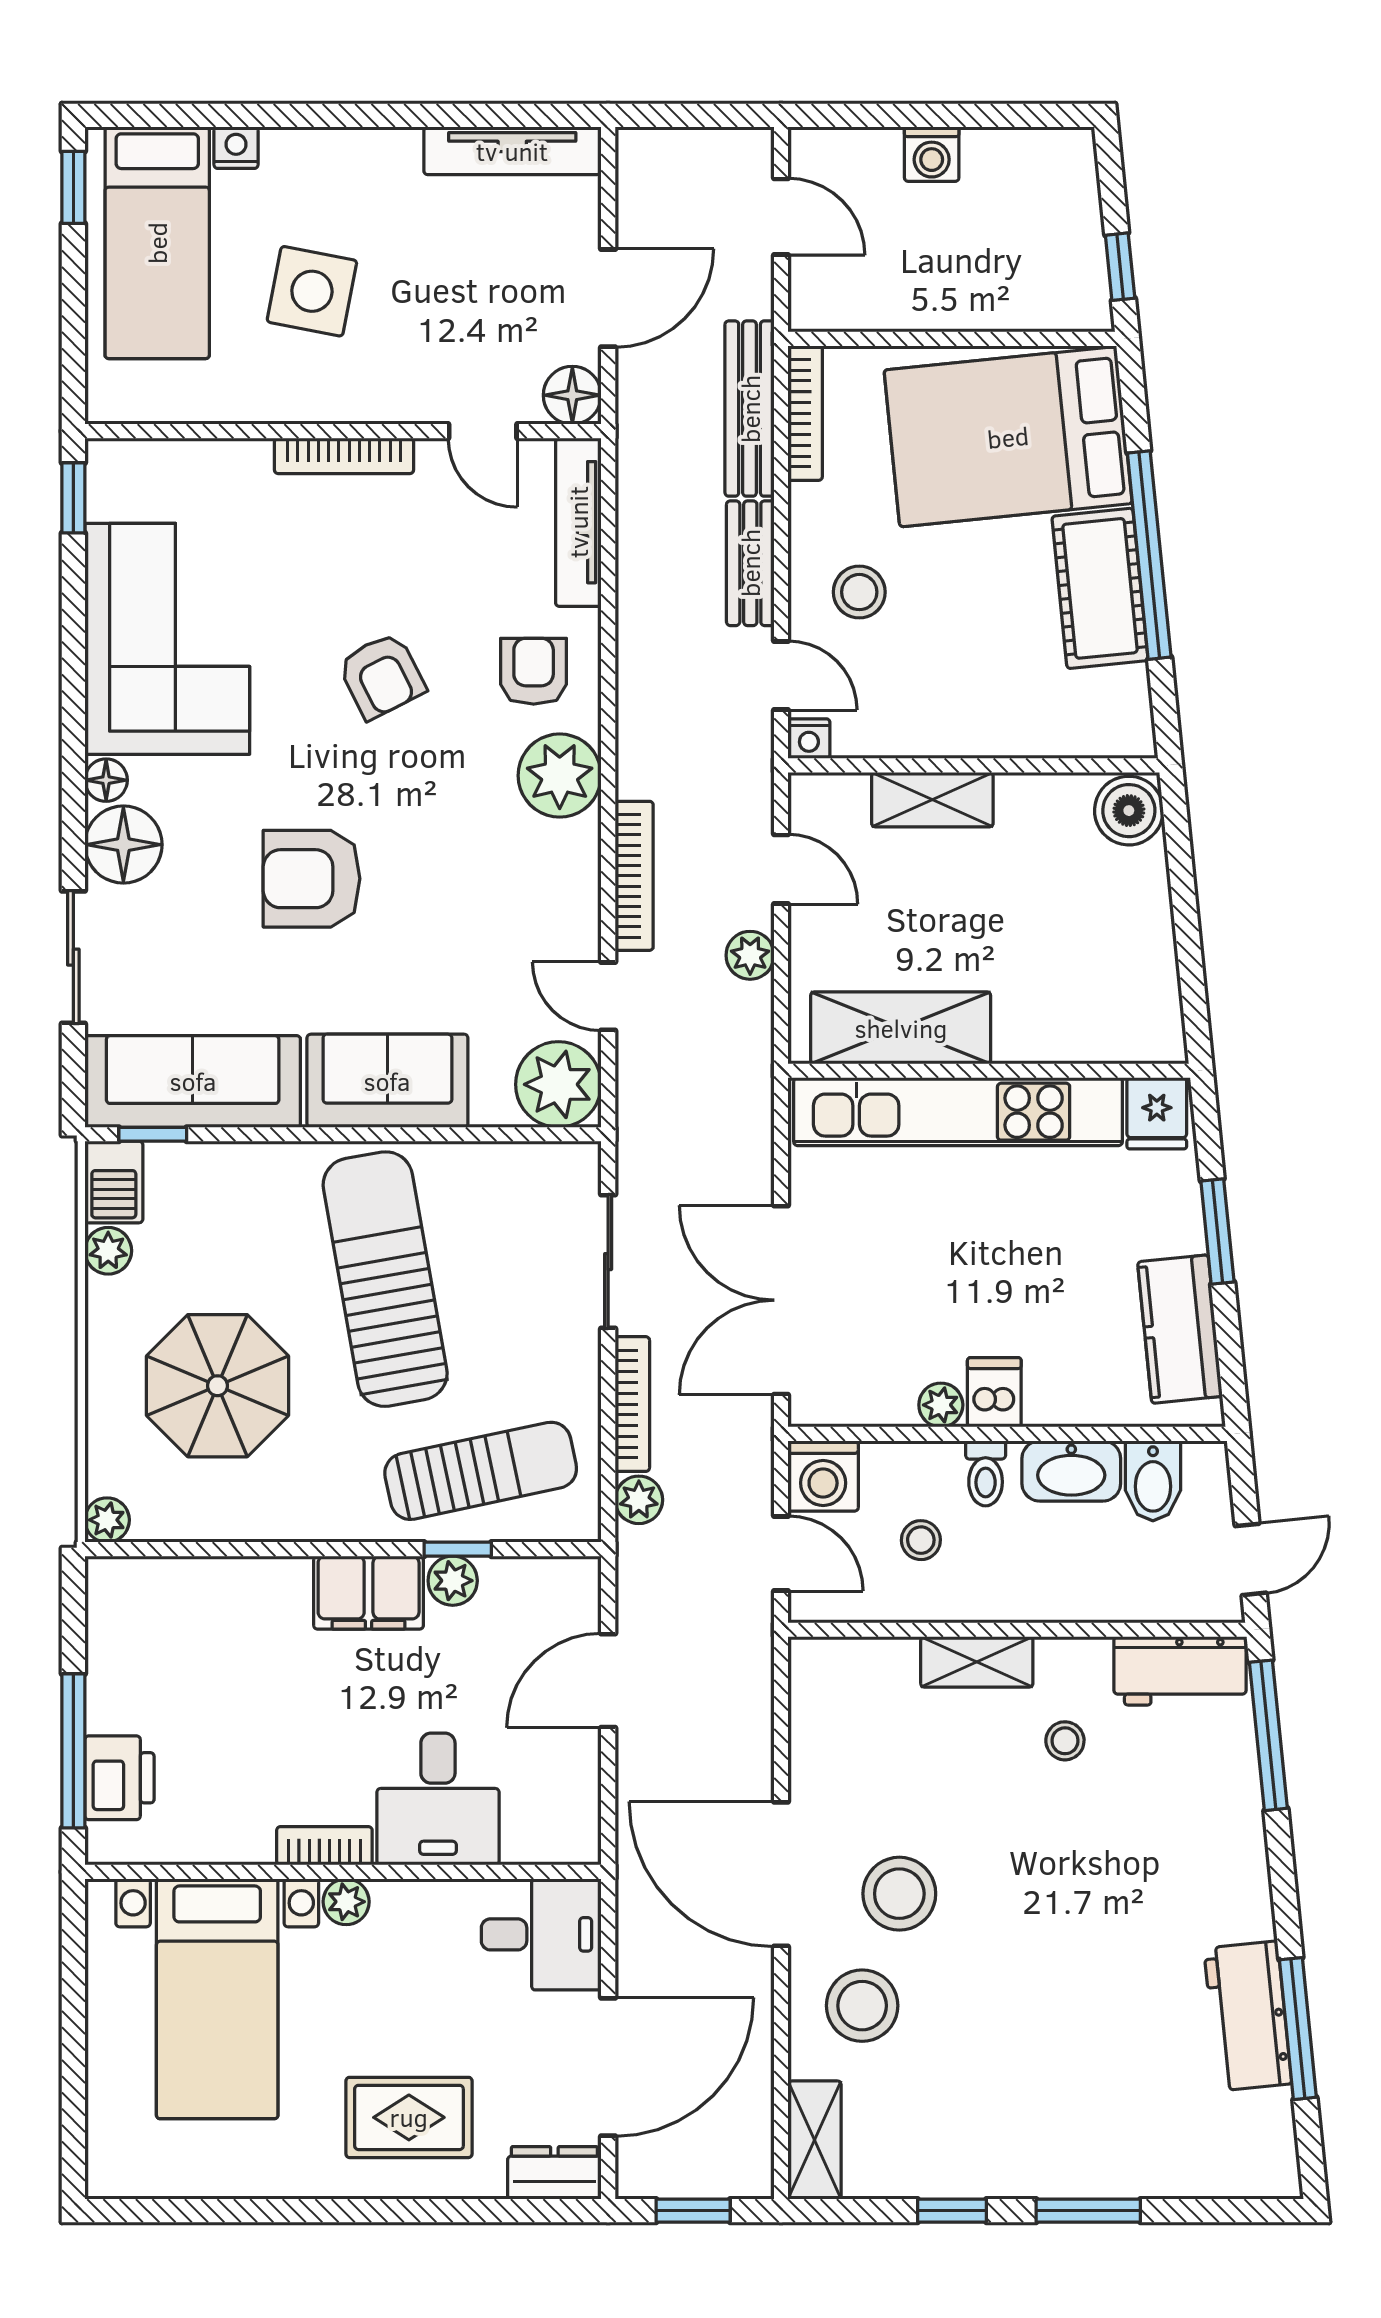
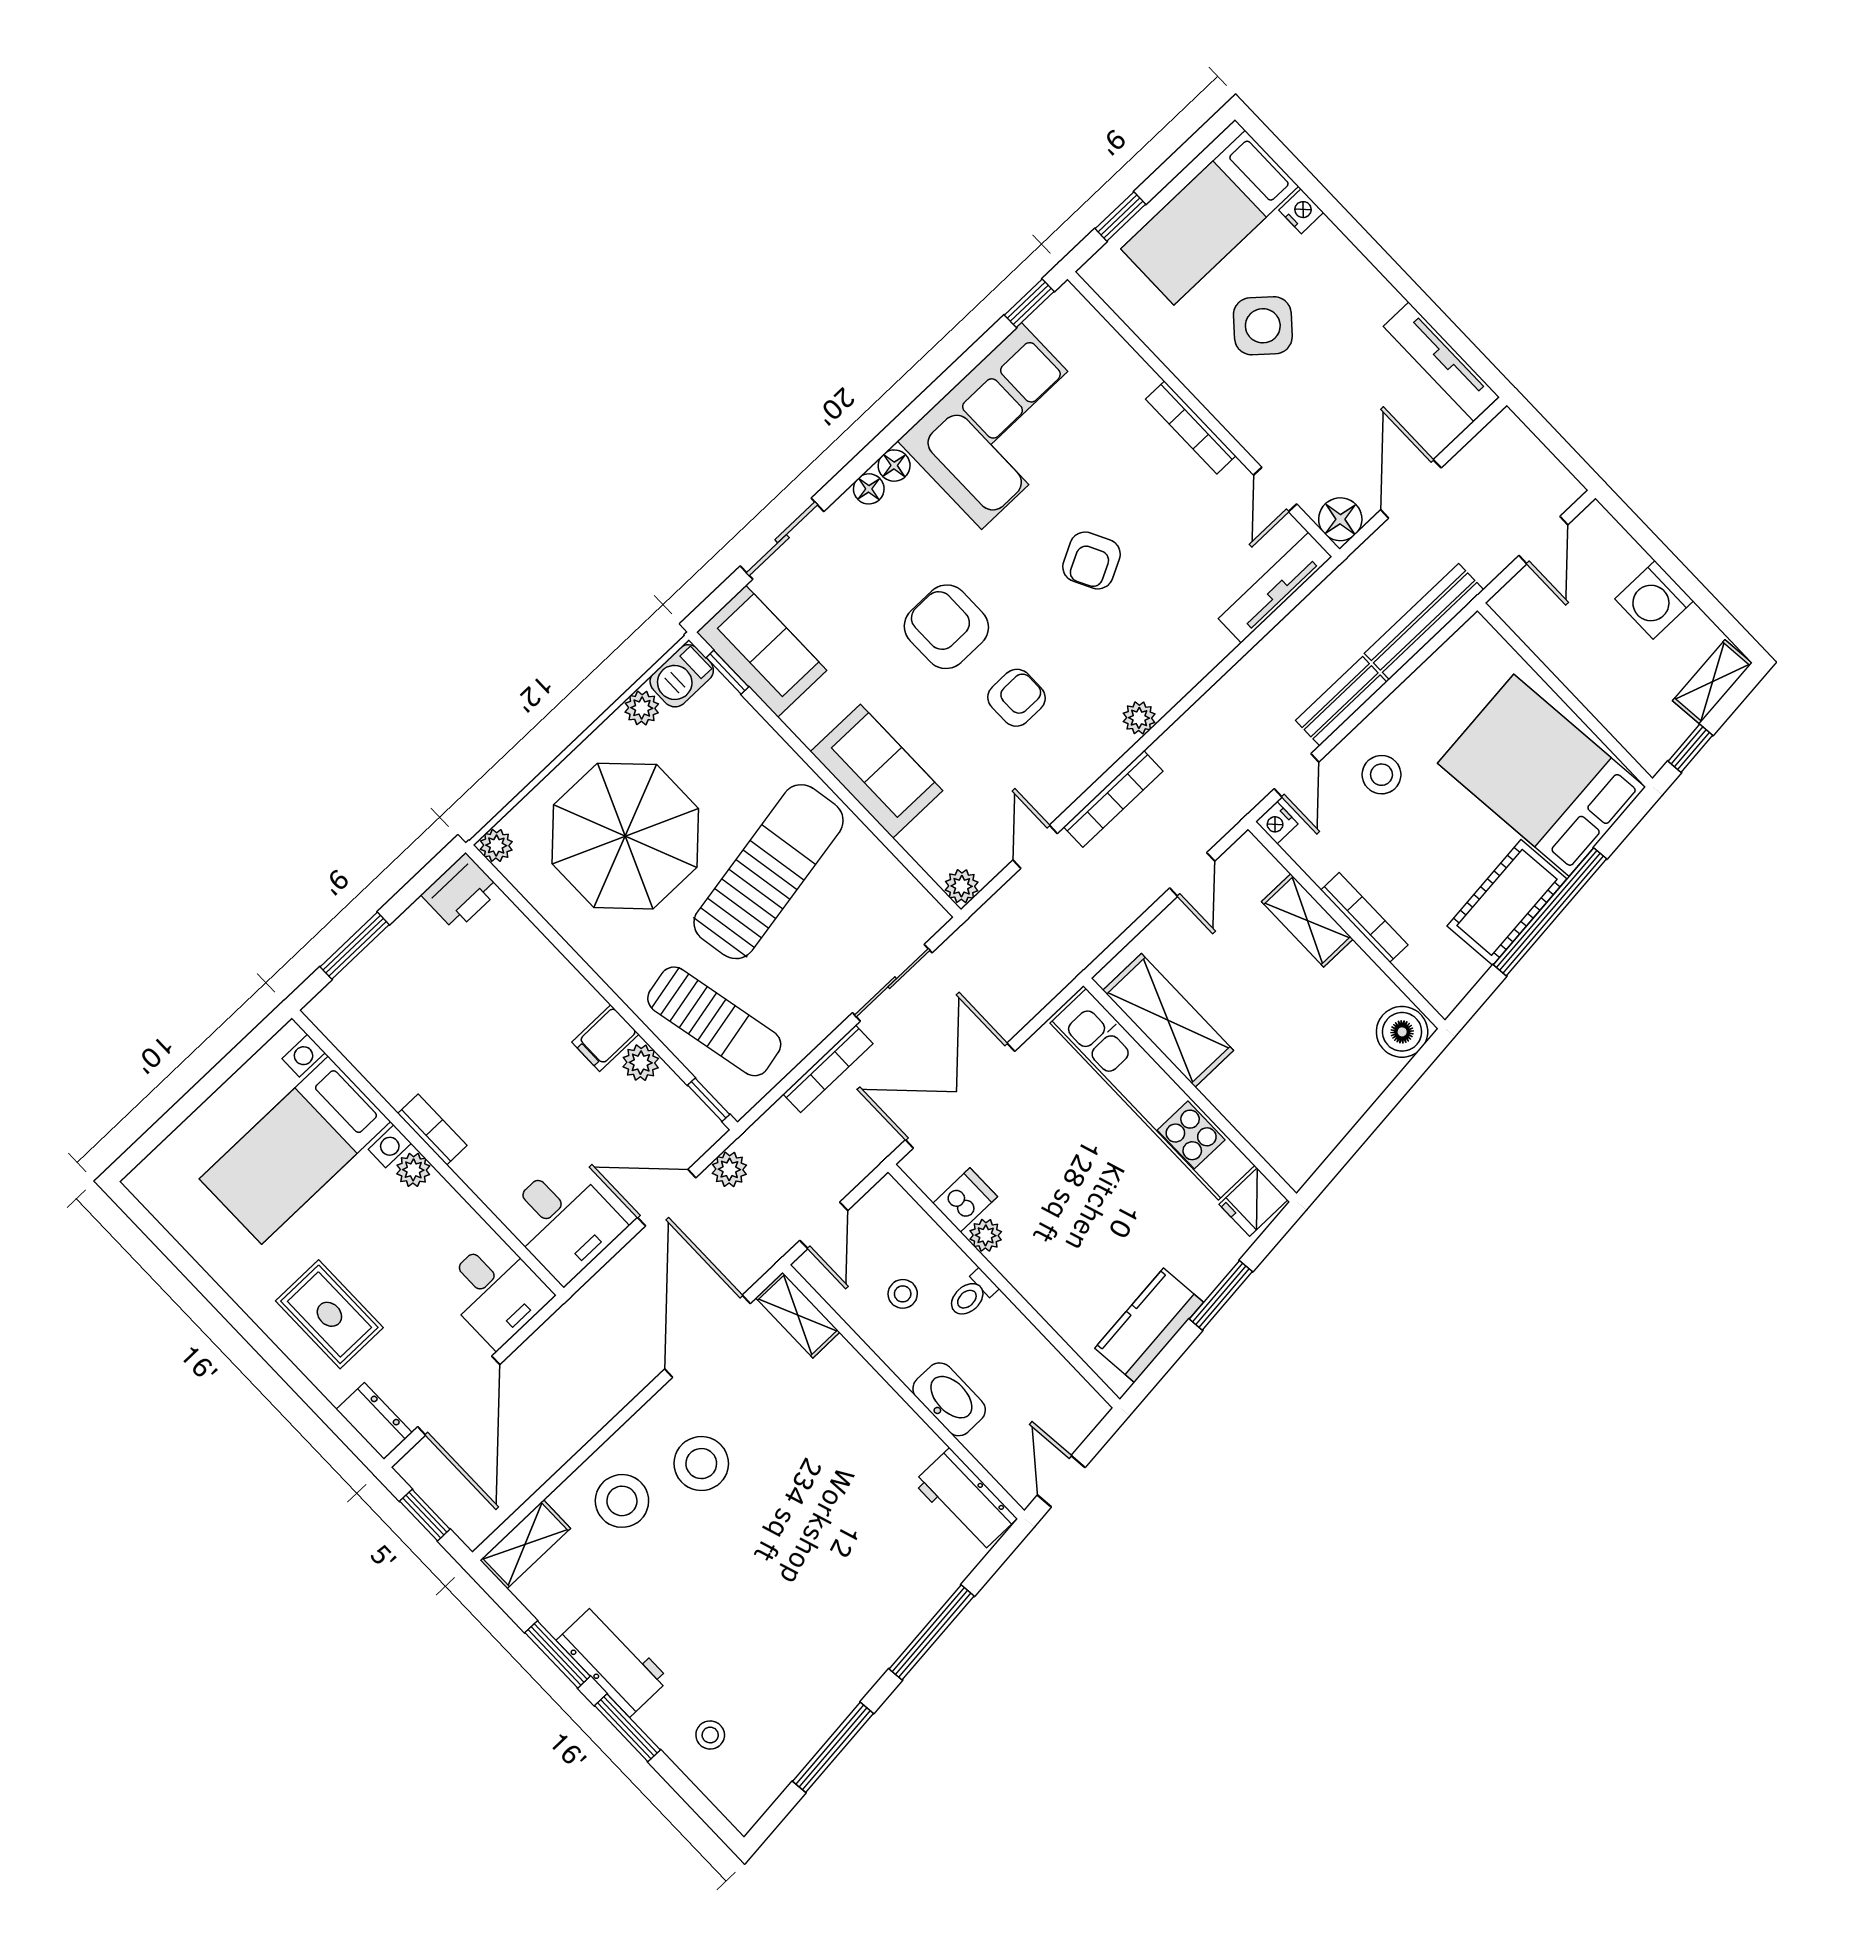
washing machine: (932, 154) -> (1654, 600), width x1.38, depth x1.38
shelving: (1076, 184) -> (1712, 682), added
window: (73, 187) -> (1120, 216), moved
side table: (312, 291) -> (1263, 326), turned 30
door: (608, 298) -> (1411, 489), swing flipped
bookcase: (805, 413) -> (1364, 917), moved, turned -90
armchair: (534, 671) -> (1017, 698), moved
plant: (560, 776) -> (1139, 718), width x0.53, depth x0.53
floor lamp: (123, 845) -> (869, 489), width x0.53, depth x0.53
plant: (750, 955) -> (1130, 902), removed
sofa: (193, 1081) -> (762, 651), width x0.73
plant: (558, 1084) -> (962, 886), width x0.53, depth x0.53
parasol: (218, 1386) -> (625, 836), width x1.36, depth x1.36
dishwasher: (994, 1392) -> (965, 1200), moved
washbasin: (1071, 1471) -> (949, 1399), moved, turned 180
washing machine: (823, 1476) -> (887, 1208), removed
bidet: (1153, 1481) -> (1054, 1388), removed
plant: (639, 1500) -> (729, 1169), moved
window: (458, 1549) -> (709, 1100), moved
door: (1251, 1559) -> (1061, 1481), swing flipped
filing cabinet: (369, 1593) -> (605, 1038), width x0.50
shelving: (977, 1662) -> (798, 1315), moved
window: (1268, 1735) -> (932, 1632), moved
stool: (1065, 1741) -> (710, 1735), moved
window: (73, 1751) -> (355, 946), width x0.69
printer: (119, 1778) -> (461, 892), moved
desk: (438, 1799) -> (563, 1221), moved, turned -90
door: (781, 1874) -> (707, 1336), moved
workbench: (1248, 2016) -> (613, 1660), moved, turned 96
door: (608, 2067) -> (459, 1396), hinge flipped
window: (952, 2211) -> (558, 1654), width x1.50

